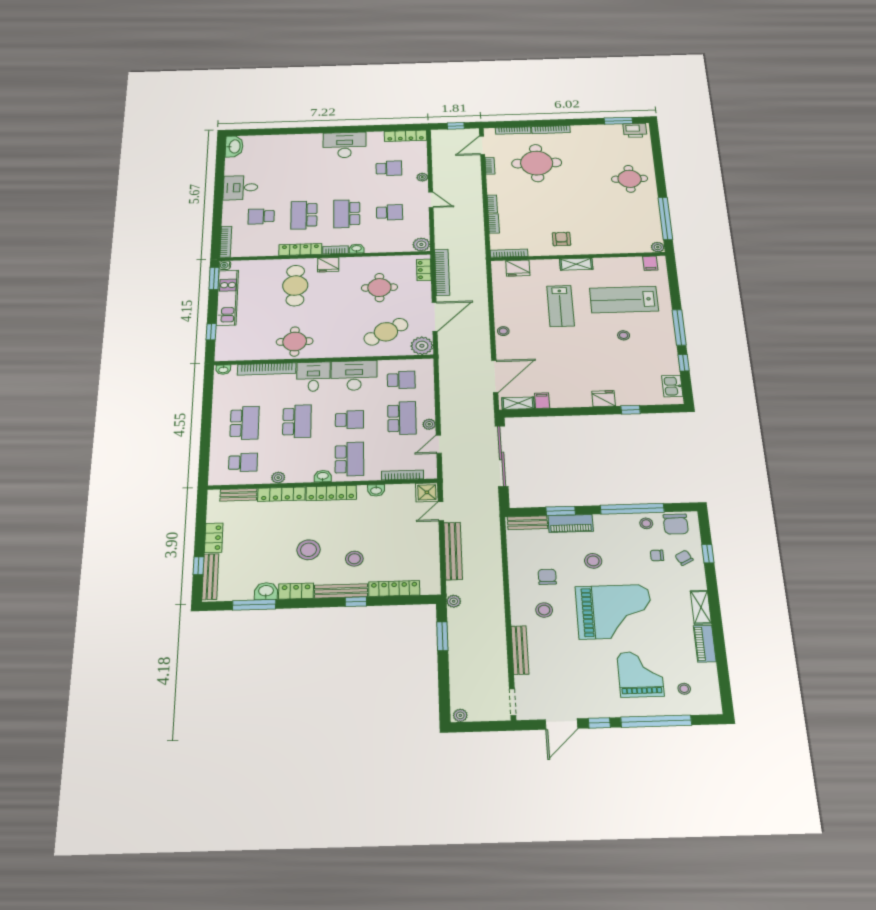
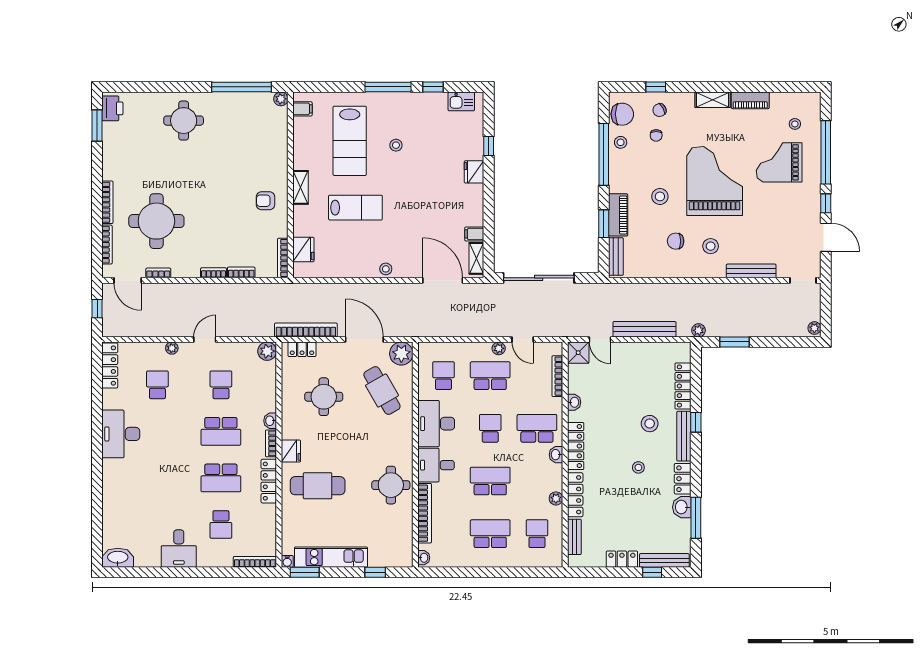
stool: (309, 550) -> (638, 467), width x0.53, depth x0.53

